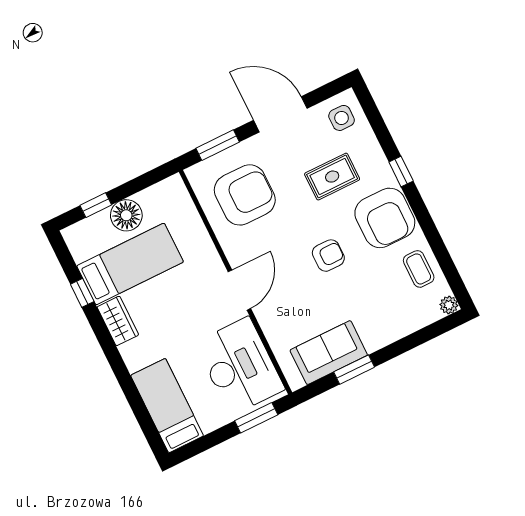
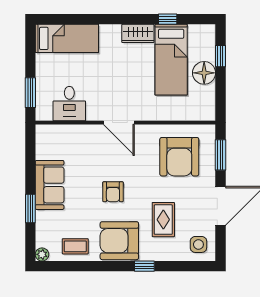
sofa: (329, 353) -> (50, 185), moved
desk: (240, 366) -> (69, 104), width x0.53, depth x0.77
window: (354, 370) -> (30, 209), moved

